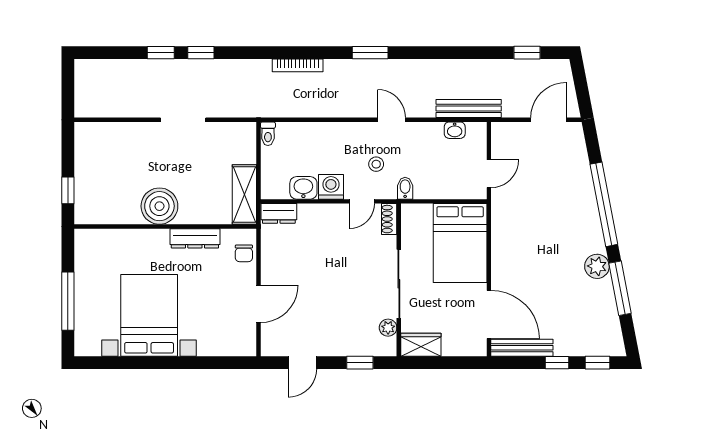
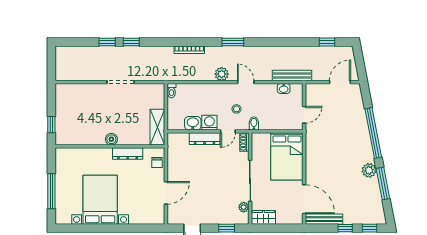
plant: (351, 106) -> (222, 74), added
boiler: (159, 206) -> (111, 139), width x0.54, depth x0.54
dresser: (279, 213) -> (205, 139), moved, width x1.44

